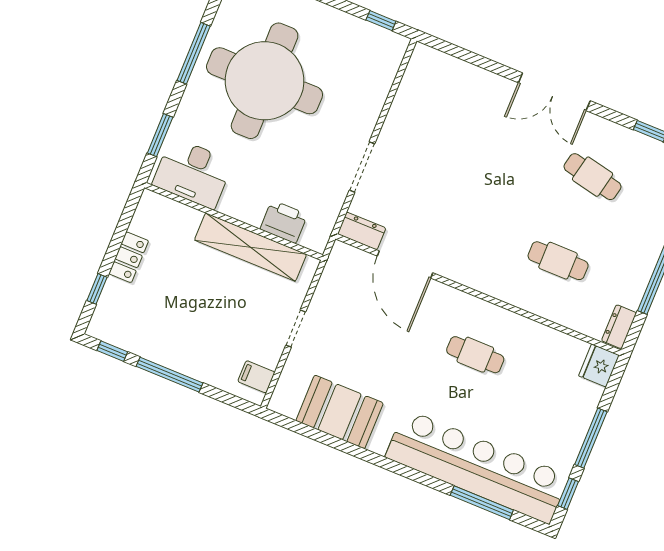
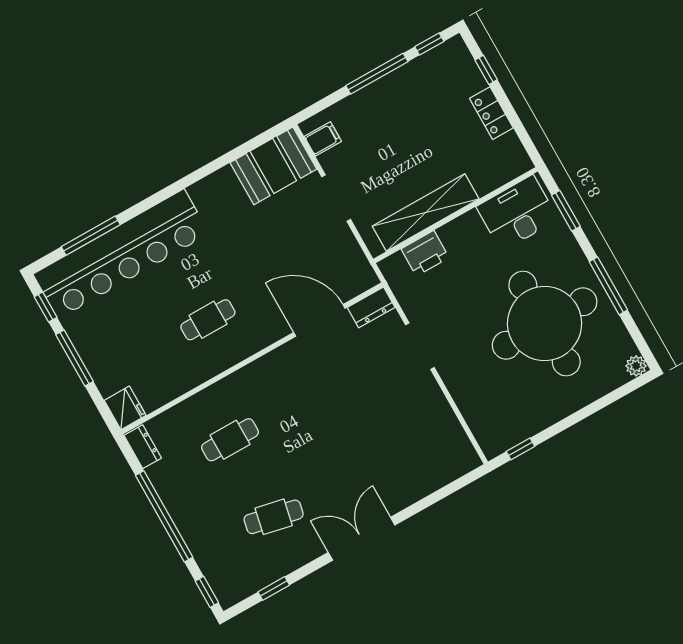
doorway: (296, 328) -> (336, 198), width x1.38
booth: (340, 412) -> (273, 166), moved

